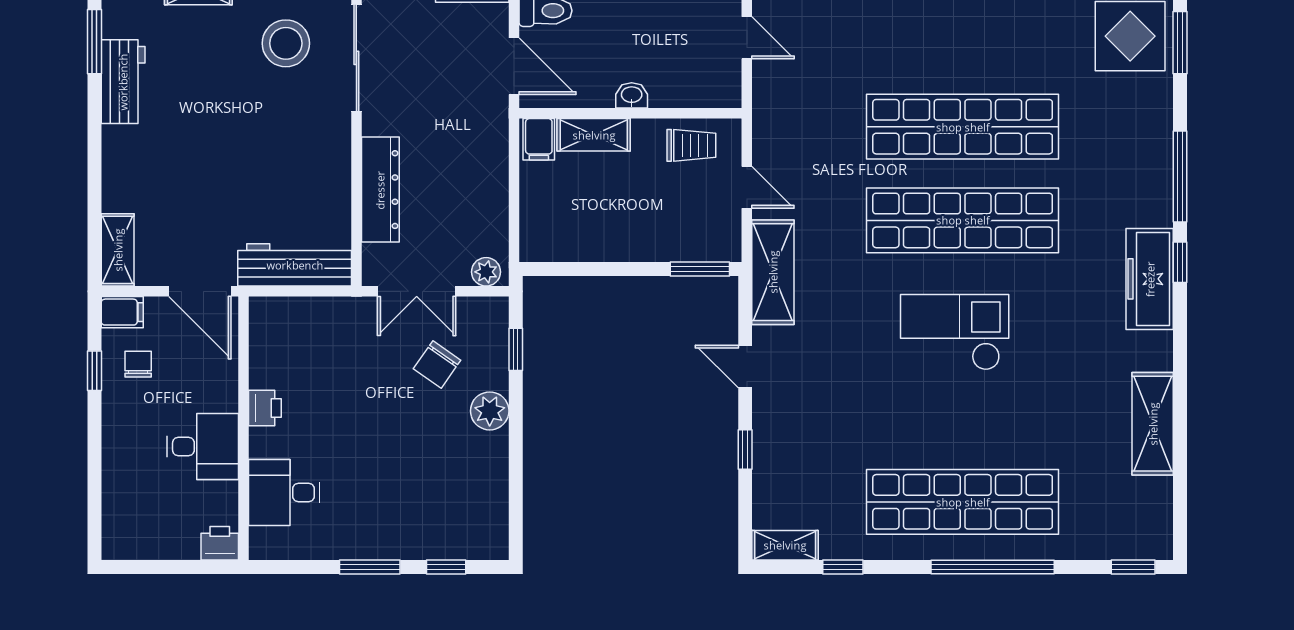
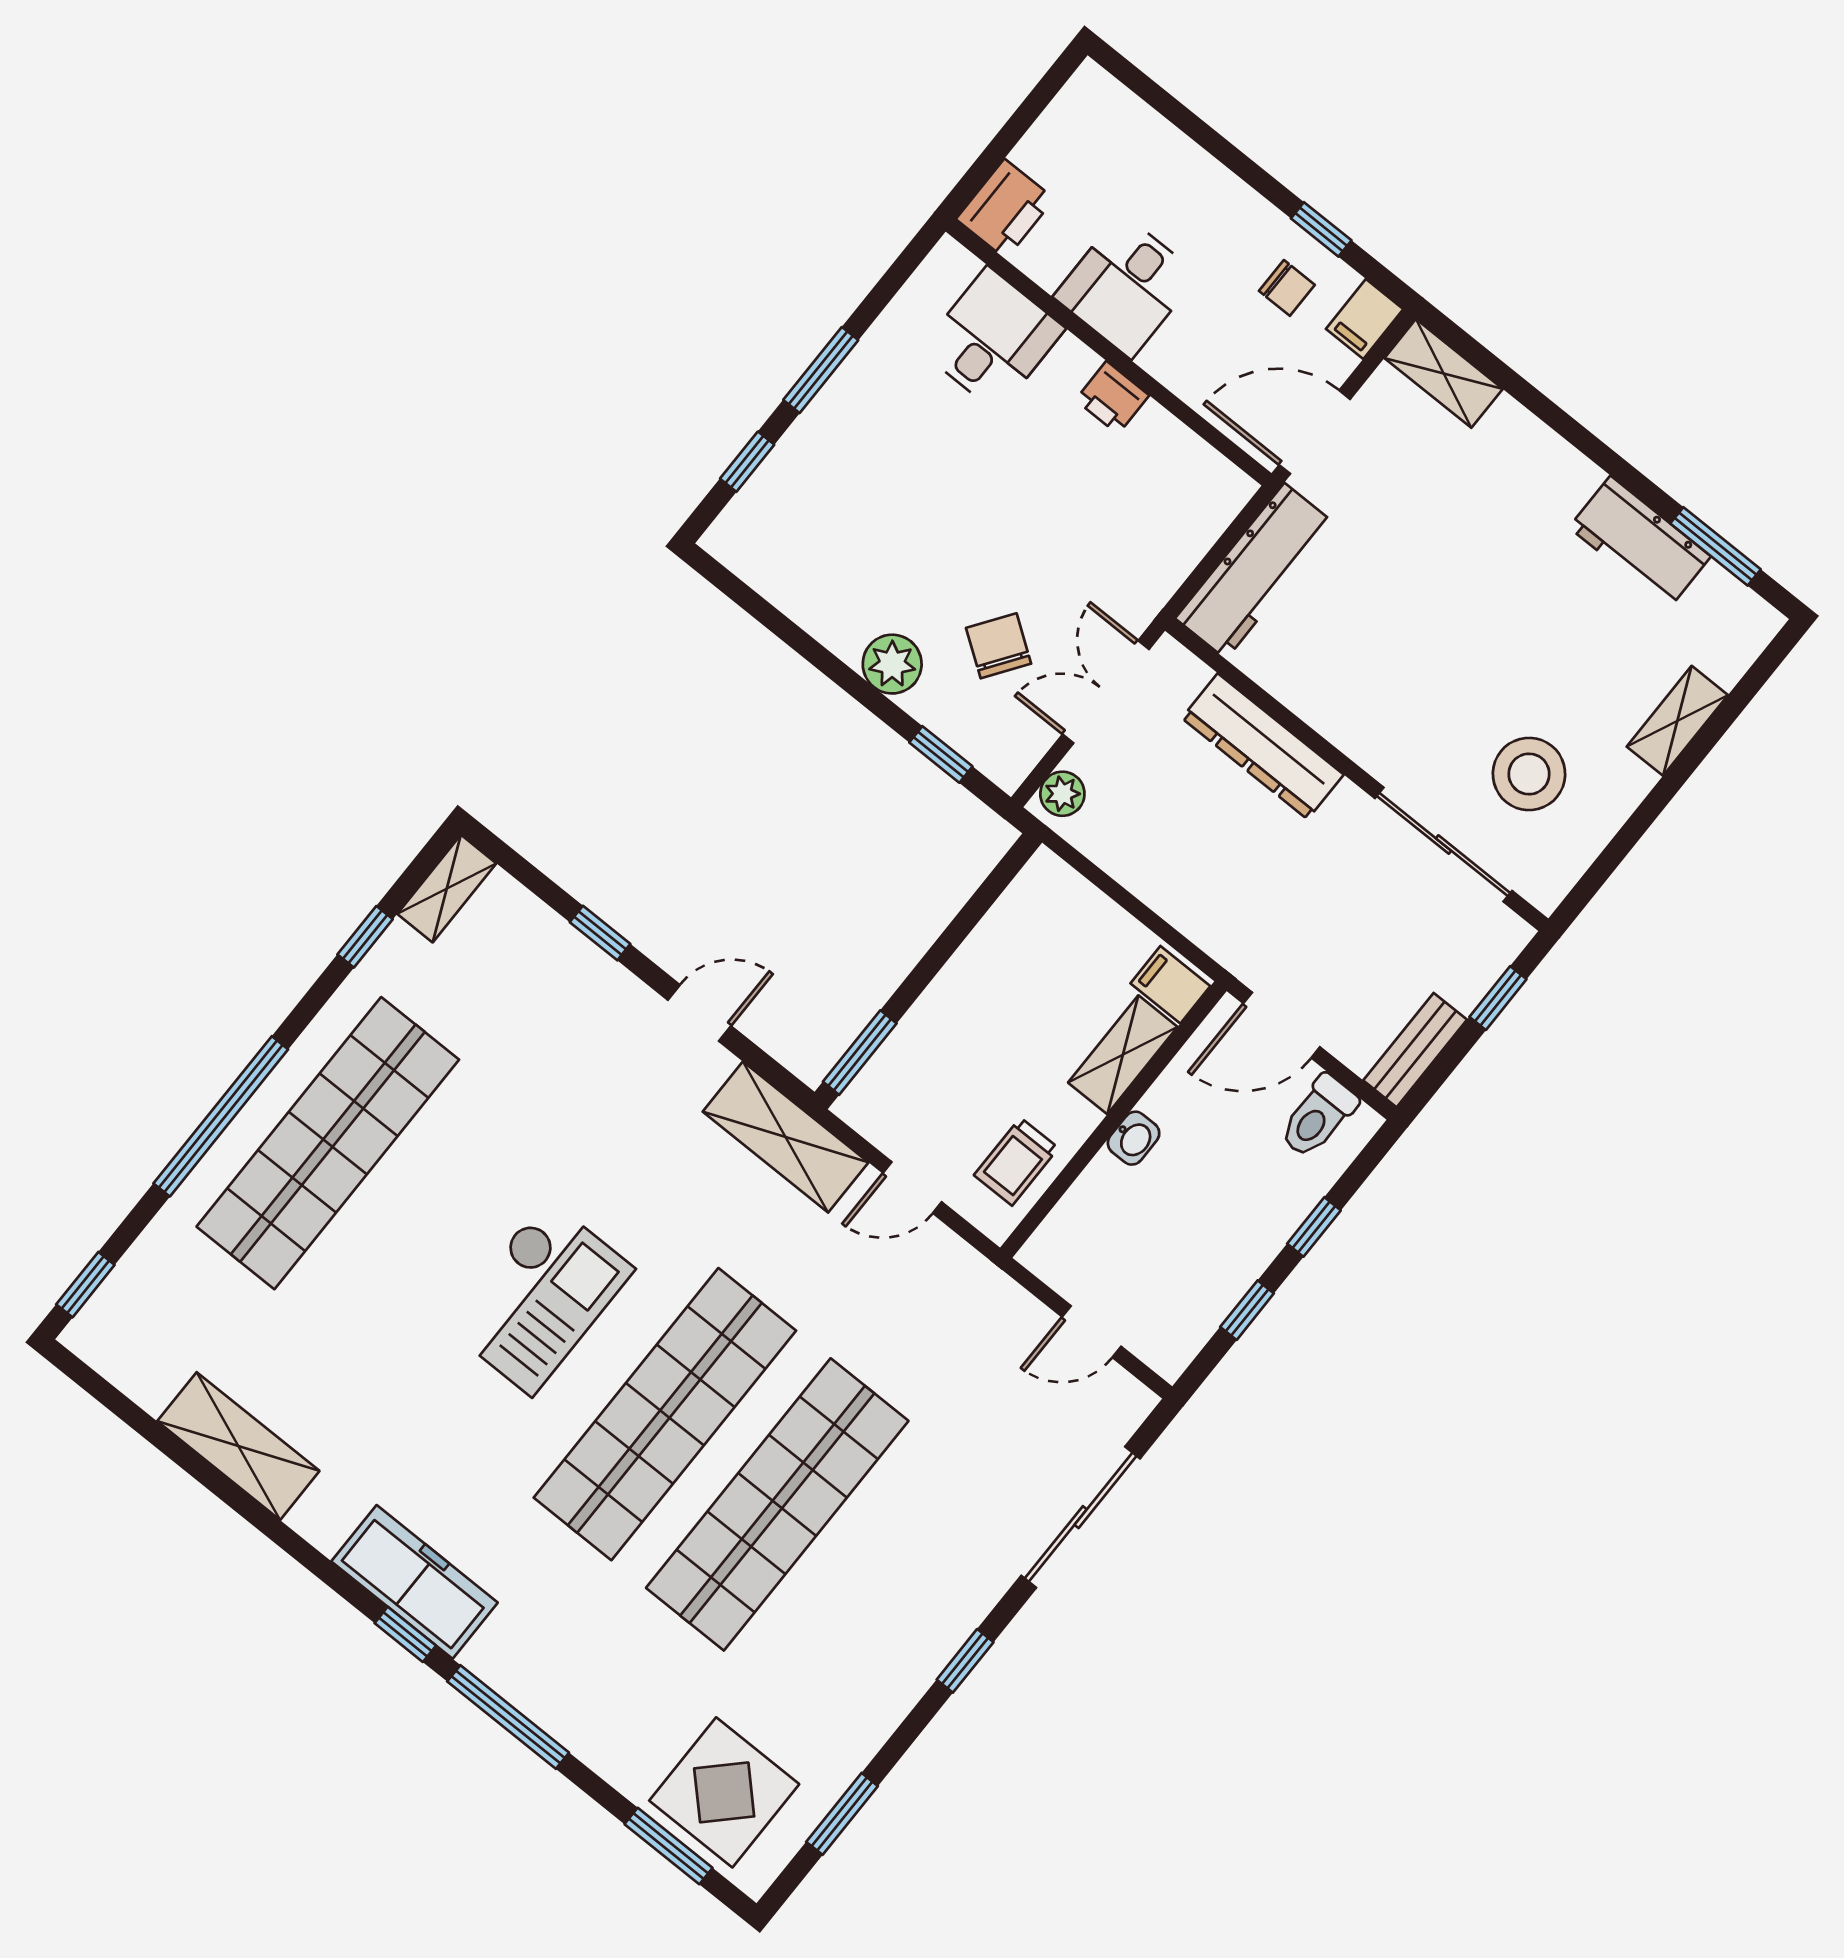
printer: (220, 543) -> (1005, 209), width x1.36, depth x1.24

